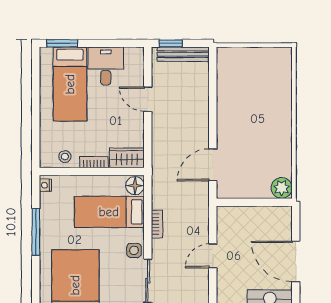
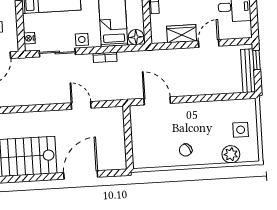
side table: (253, 67) -> (241, 130), added
chair: (273, 134) -> (186, 150), added
wardrobe: (127, 158) -> (182, 34), moved, turned -90
plant: (282, 188) -> (231, 154), moved

